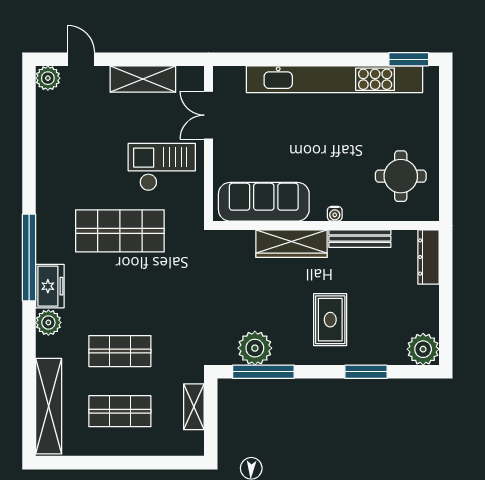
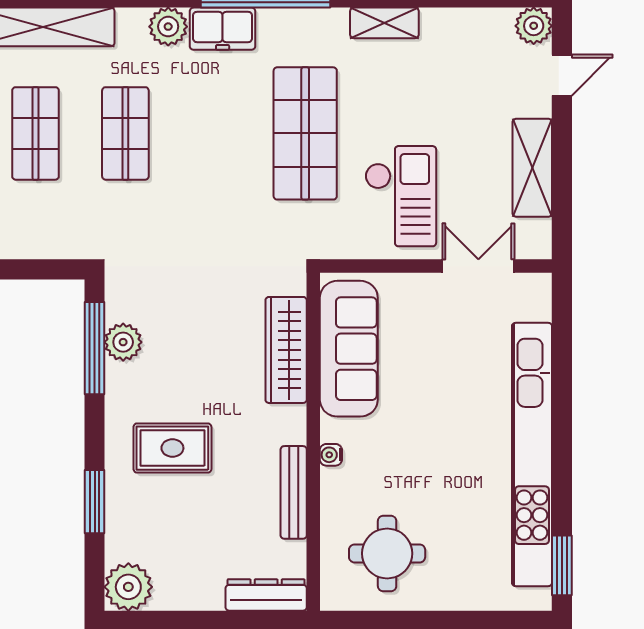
wardrobe: (292, 244) -> (286, 350), moved
plant: (255, 348) -> (123, 342), width x0.73, depth x0.73
shelving: (194, 407) -> (384, 23), moved

